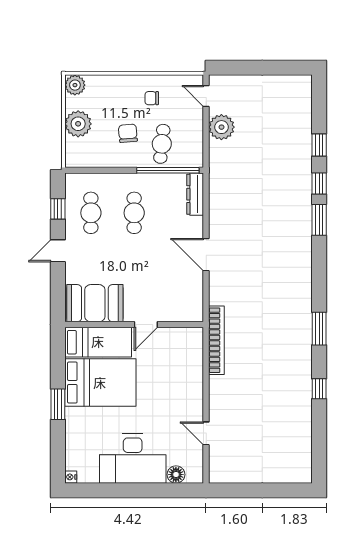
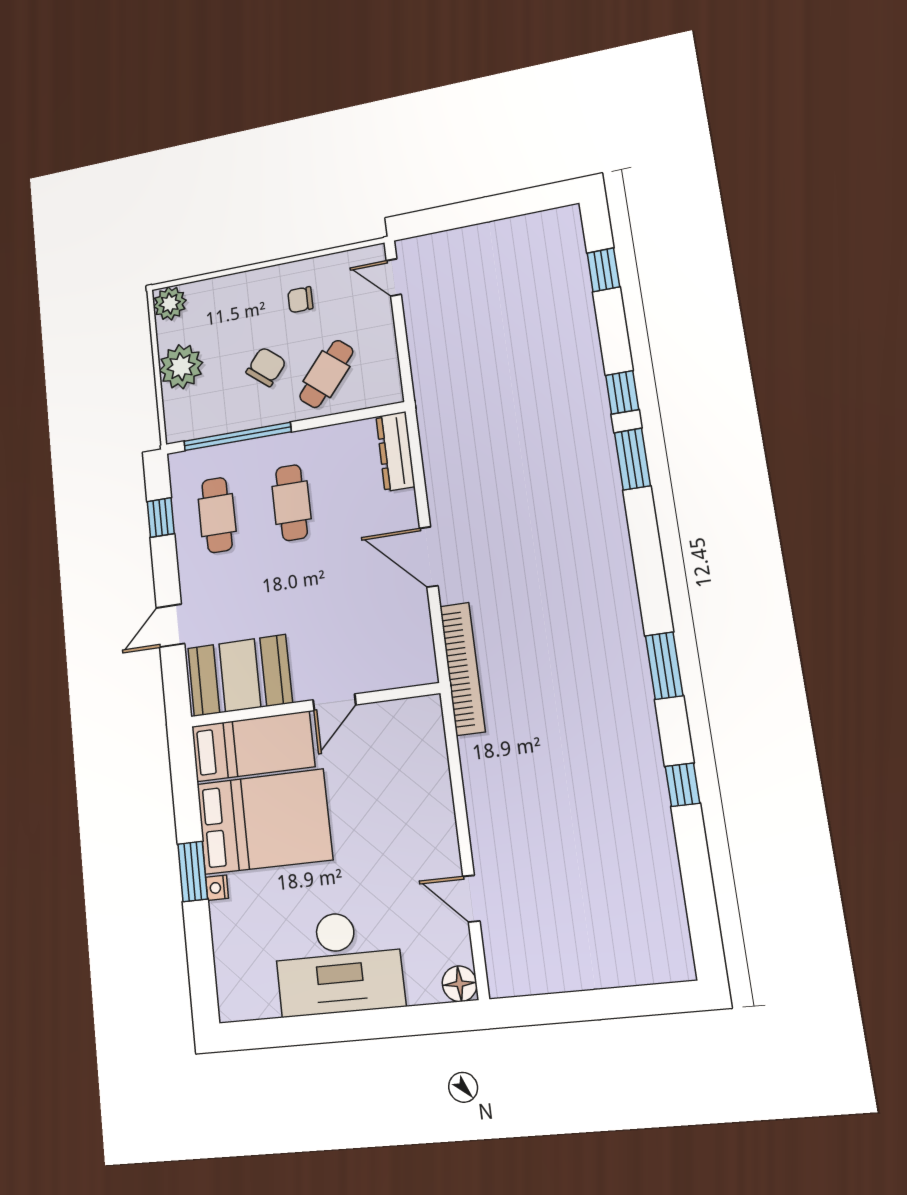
plant: (221, 127) -> (428, 325), removed
chair: (128, 133) -> (266, 367), turned 45
cafe table: (162, 144) -> (326, 374), turned 34
window: (319, 145) -> (603, 270), moved
window: (168, 170) -> (237, 437), moved
door: (58, 251) -> (170, 626), moved
bookcase: (216, 340) -> (462, 669), moved
floor lamp: (176, 475) -> (460, 984), moved
nightstand: (71, 477) -> (217, 888), moved

